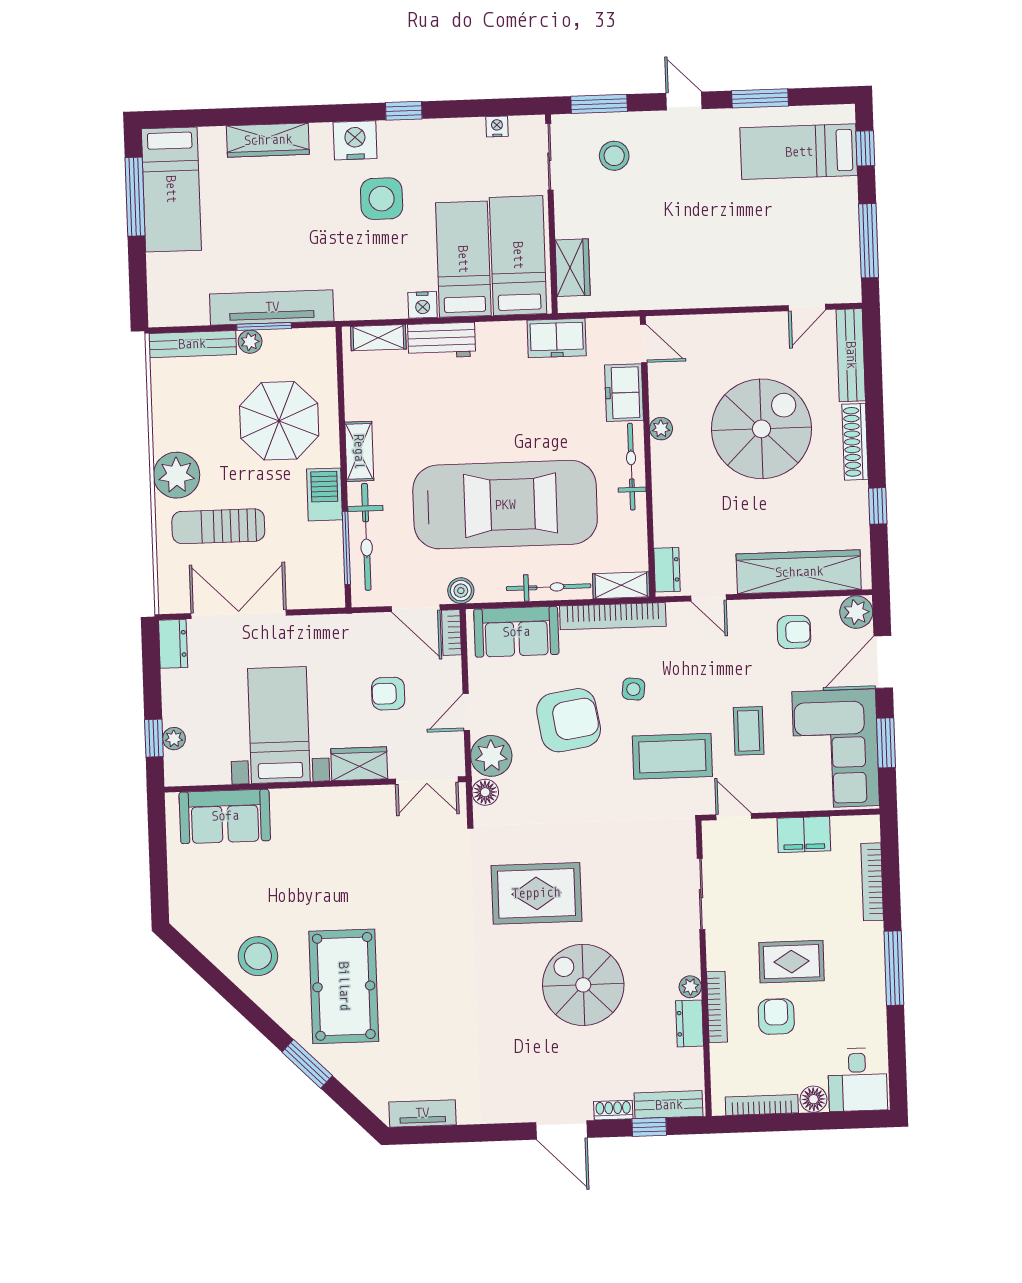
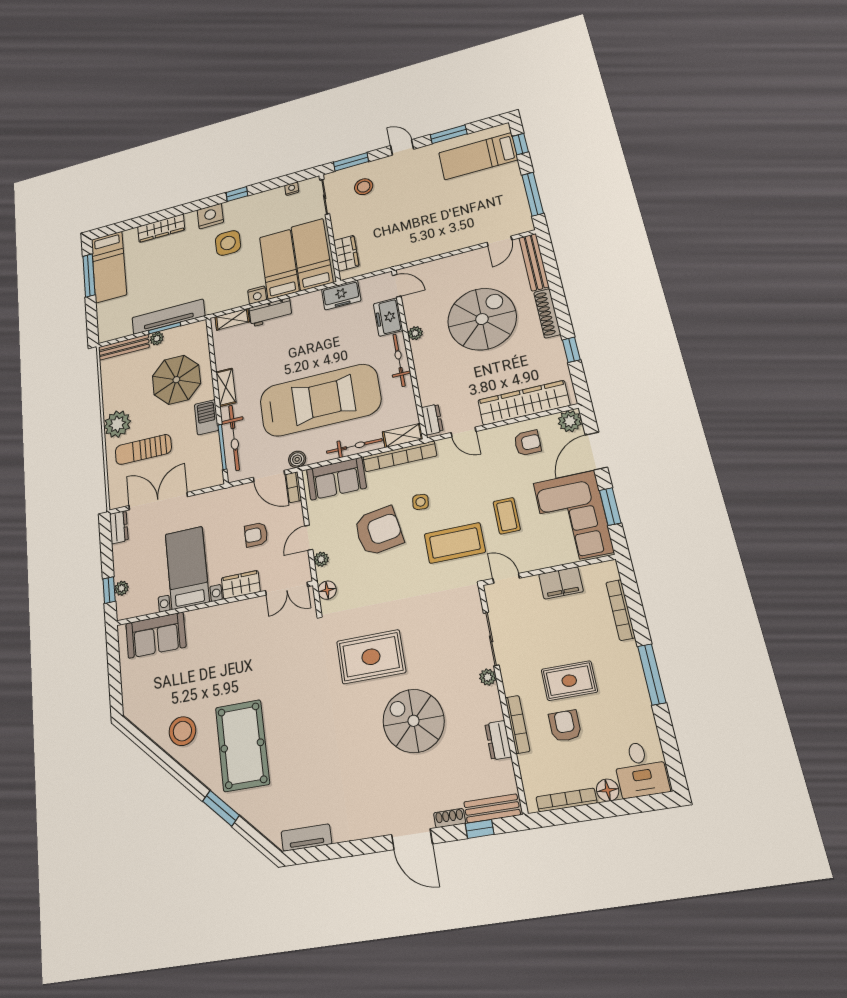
plant: (491, 756) -> (321, 559), width x0.53, depth x0.53
plant: (690, 987) -> (488, 677), moved

